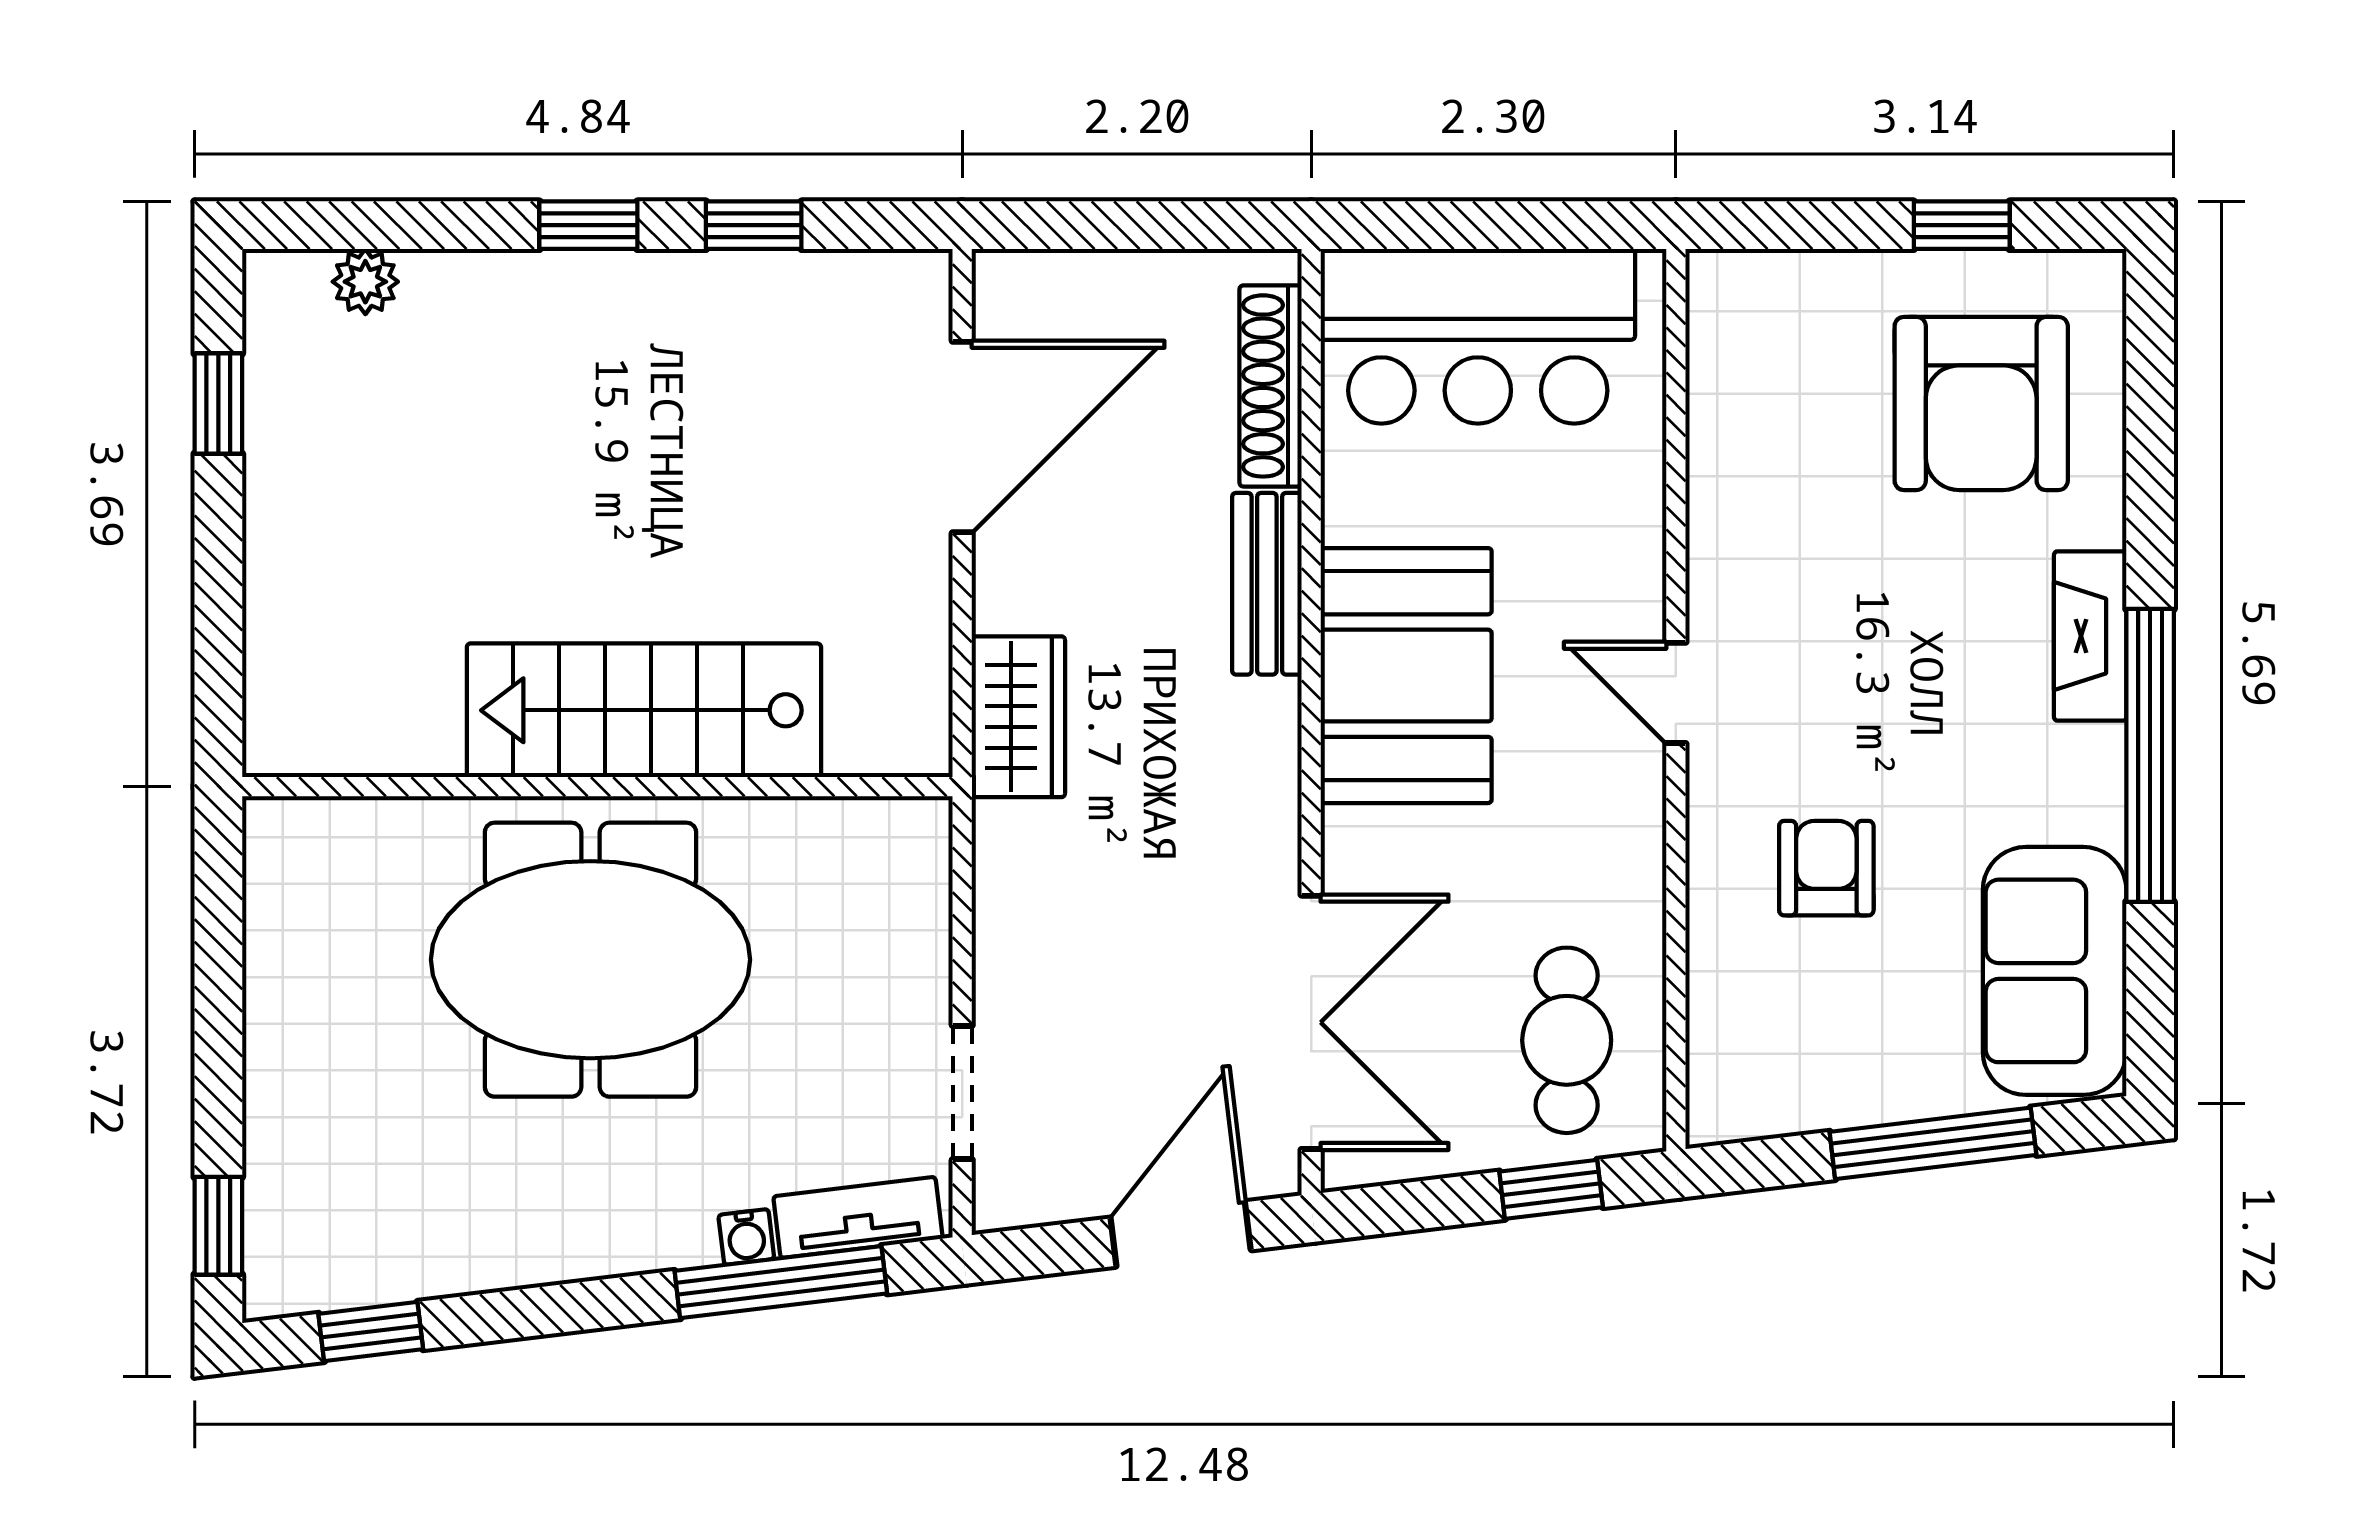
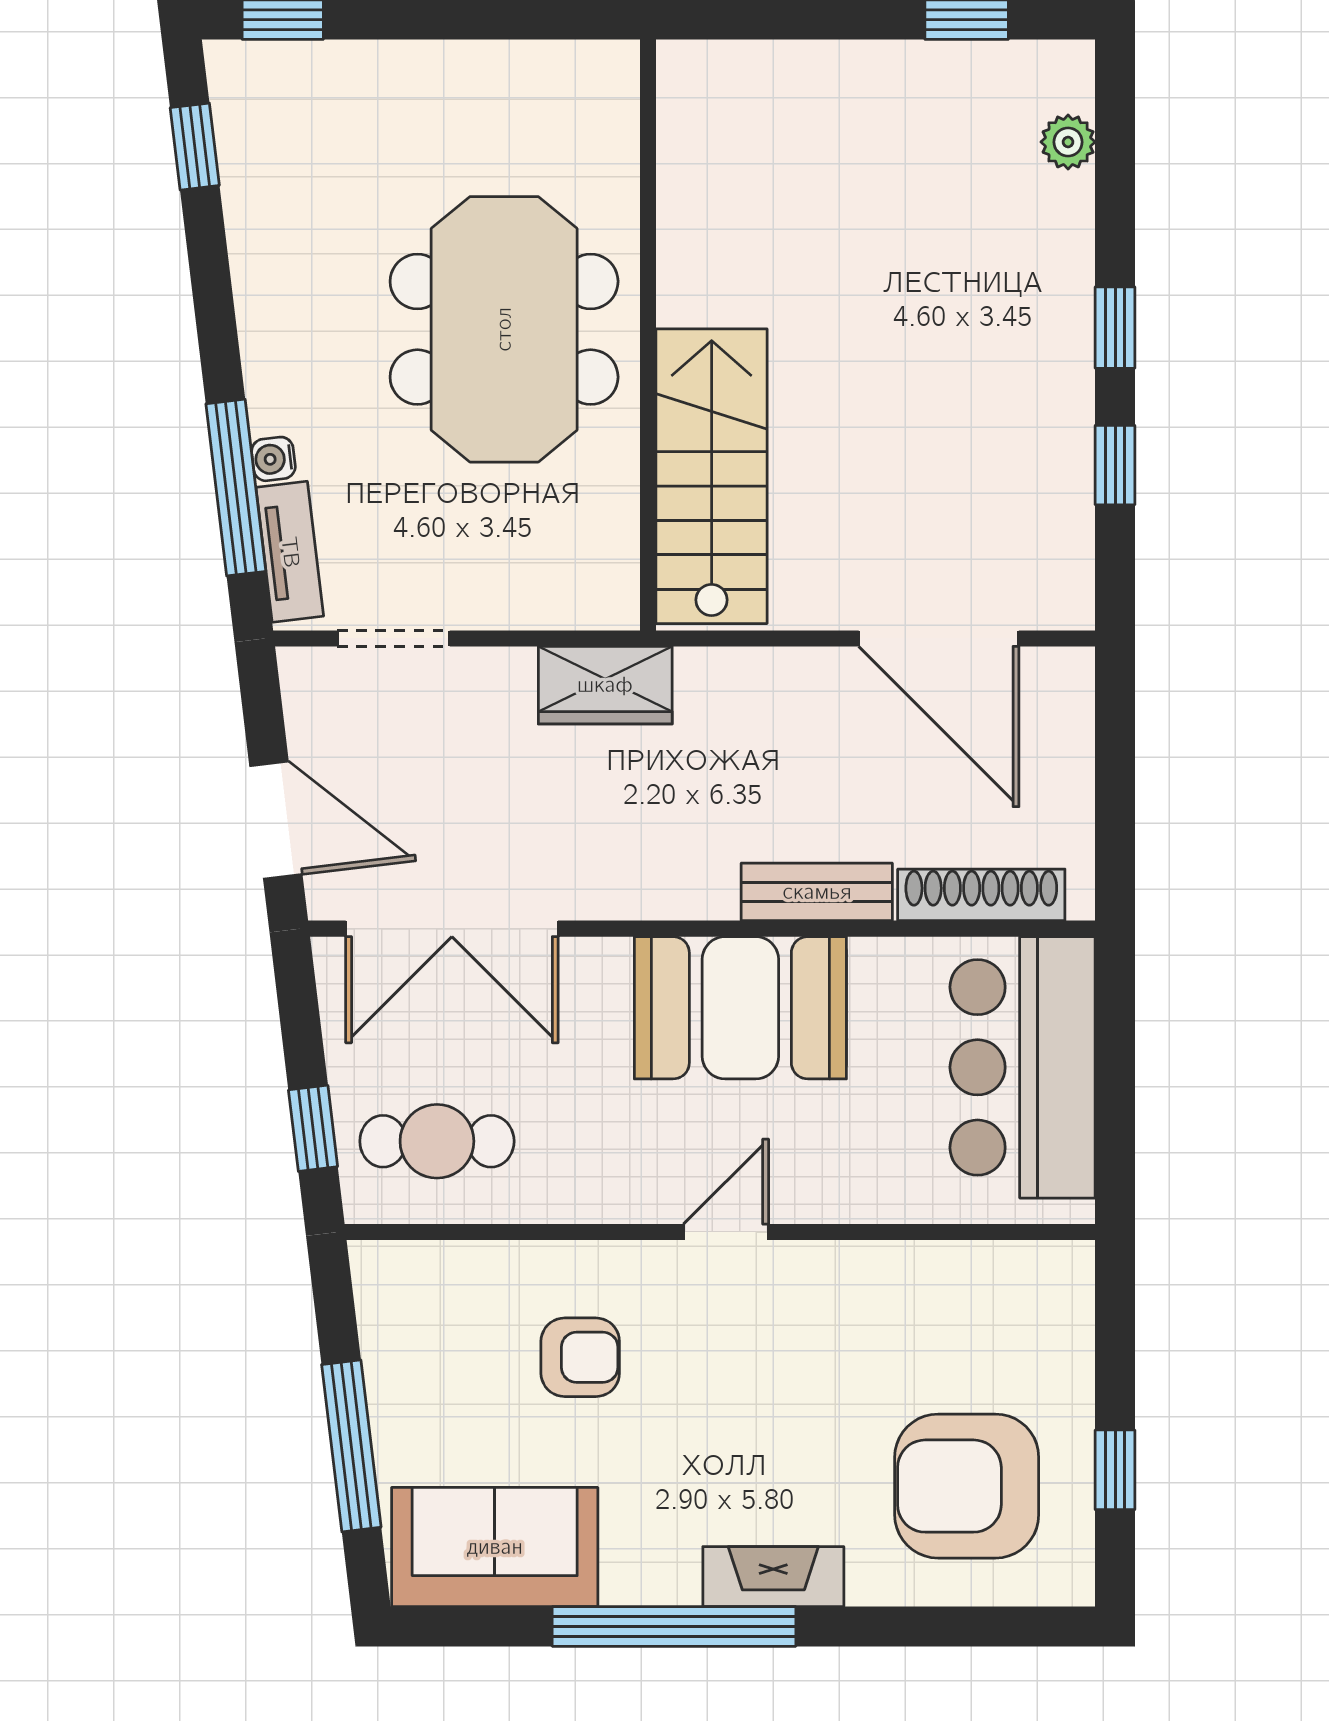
stairs: (644, 710) -> (712, 476), moved
wardrobe: (1018, 717) -> (605, 685), moved

